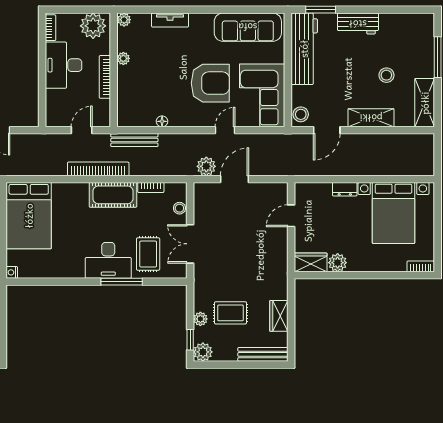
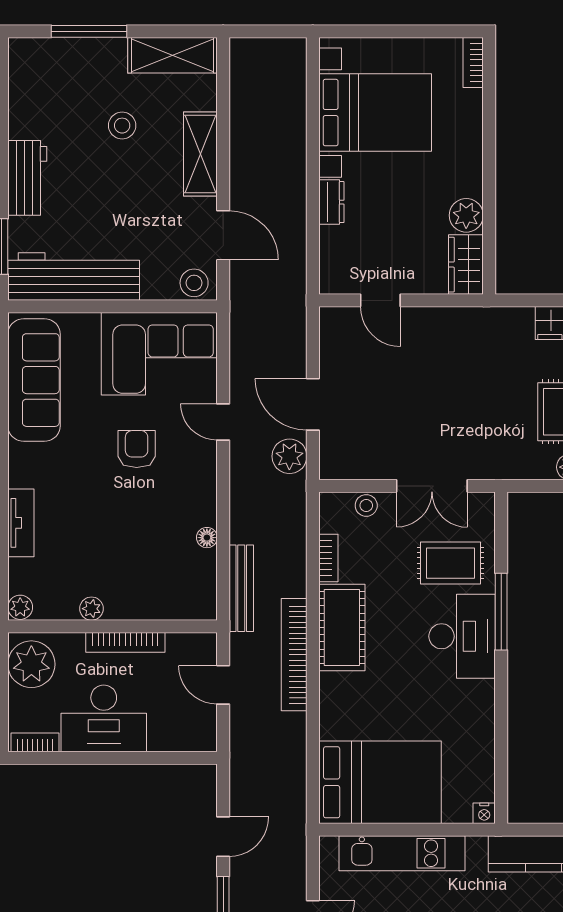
armchair: (210, 83) -> (137, 449), width x0.53, depth x0.53

